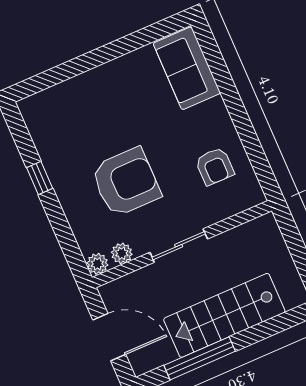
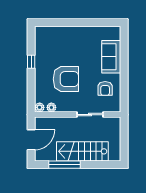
sofa: (187, 68) -> (111, 57), moved
sliding door: (179, 246) -> (90, 115), moved
door: (109, 337) -> (31, 140), hinge flipped

